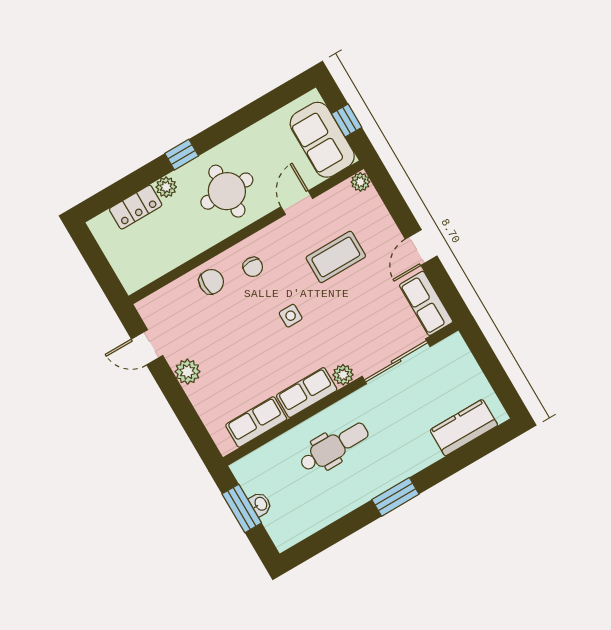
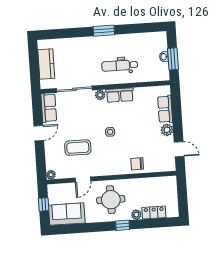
sofa: (322, 140) -> (67, 214), moved, turned -90
chair: (253, 267) -> (116, 161), removed
row of seats: (256, 422) -> (165, 109), moved, turned 90
kitchen counter: (464, 428) -> (46, 64), moved, turned -90

